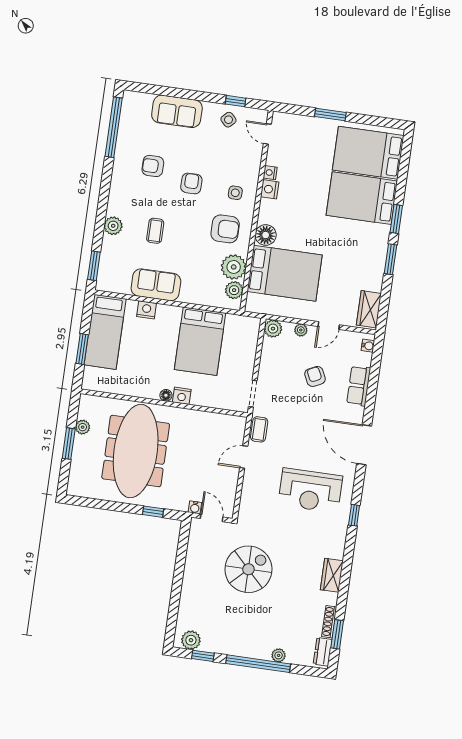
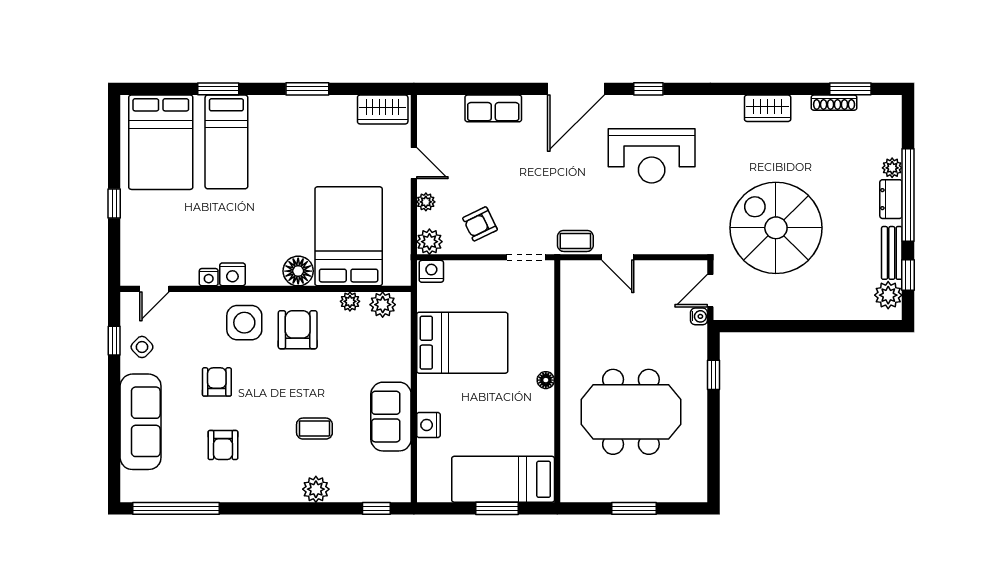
sofa: (177, 111) -> (141, 422), width x1.36
window: (330, 115) -> (114, 203), width x0.67
armchair: (191, 183) -> (217, 382), moved, turned 90
side table: (235, 193) -> (244, 323), width x1.87, depth x1.87
bed: (362, 198) -> (226, 142), width x0.67
window: (396, 219) -> (218, 89), moved
window: (94, 266) -> (376, 508), width x0.67
plant: (234, 267) -> (350, 301), width x0.53, depth x0.53
bed: (105, 332) -> (503, 479), moved, turned 180
water cooler: (368, 346) -> (435, 103), removed
armchair: (315, 376) -> (480, 224), moved
nightstand: (182, 396) -> (431, 271), moved, turned -90
plant: (83, 427) -> (608, 492), removed
meeting table: (136, 451) -> (631, 412), width x0.73
reception desk: (310, 490) -> (652, 156), turned 90
window: (354, 515) -> (648, 89), moved
spiral stairs: (248, 569) -> (776, 228), width x1.37, depth x1.37
bench: (220, 647) -> (892, 253), added
dresser: (323, 652) -> (891, 199), moved, turned 90

